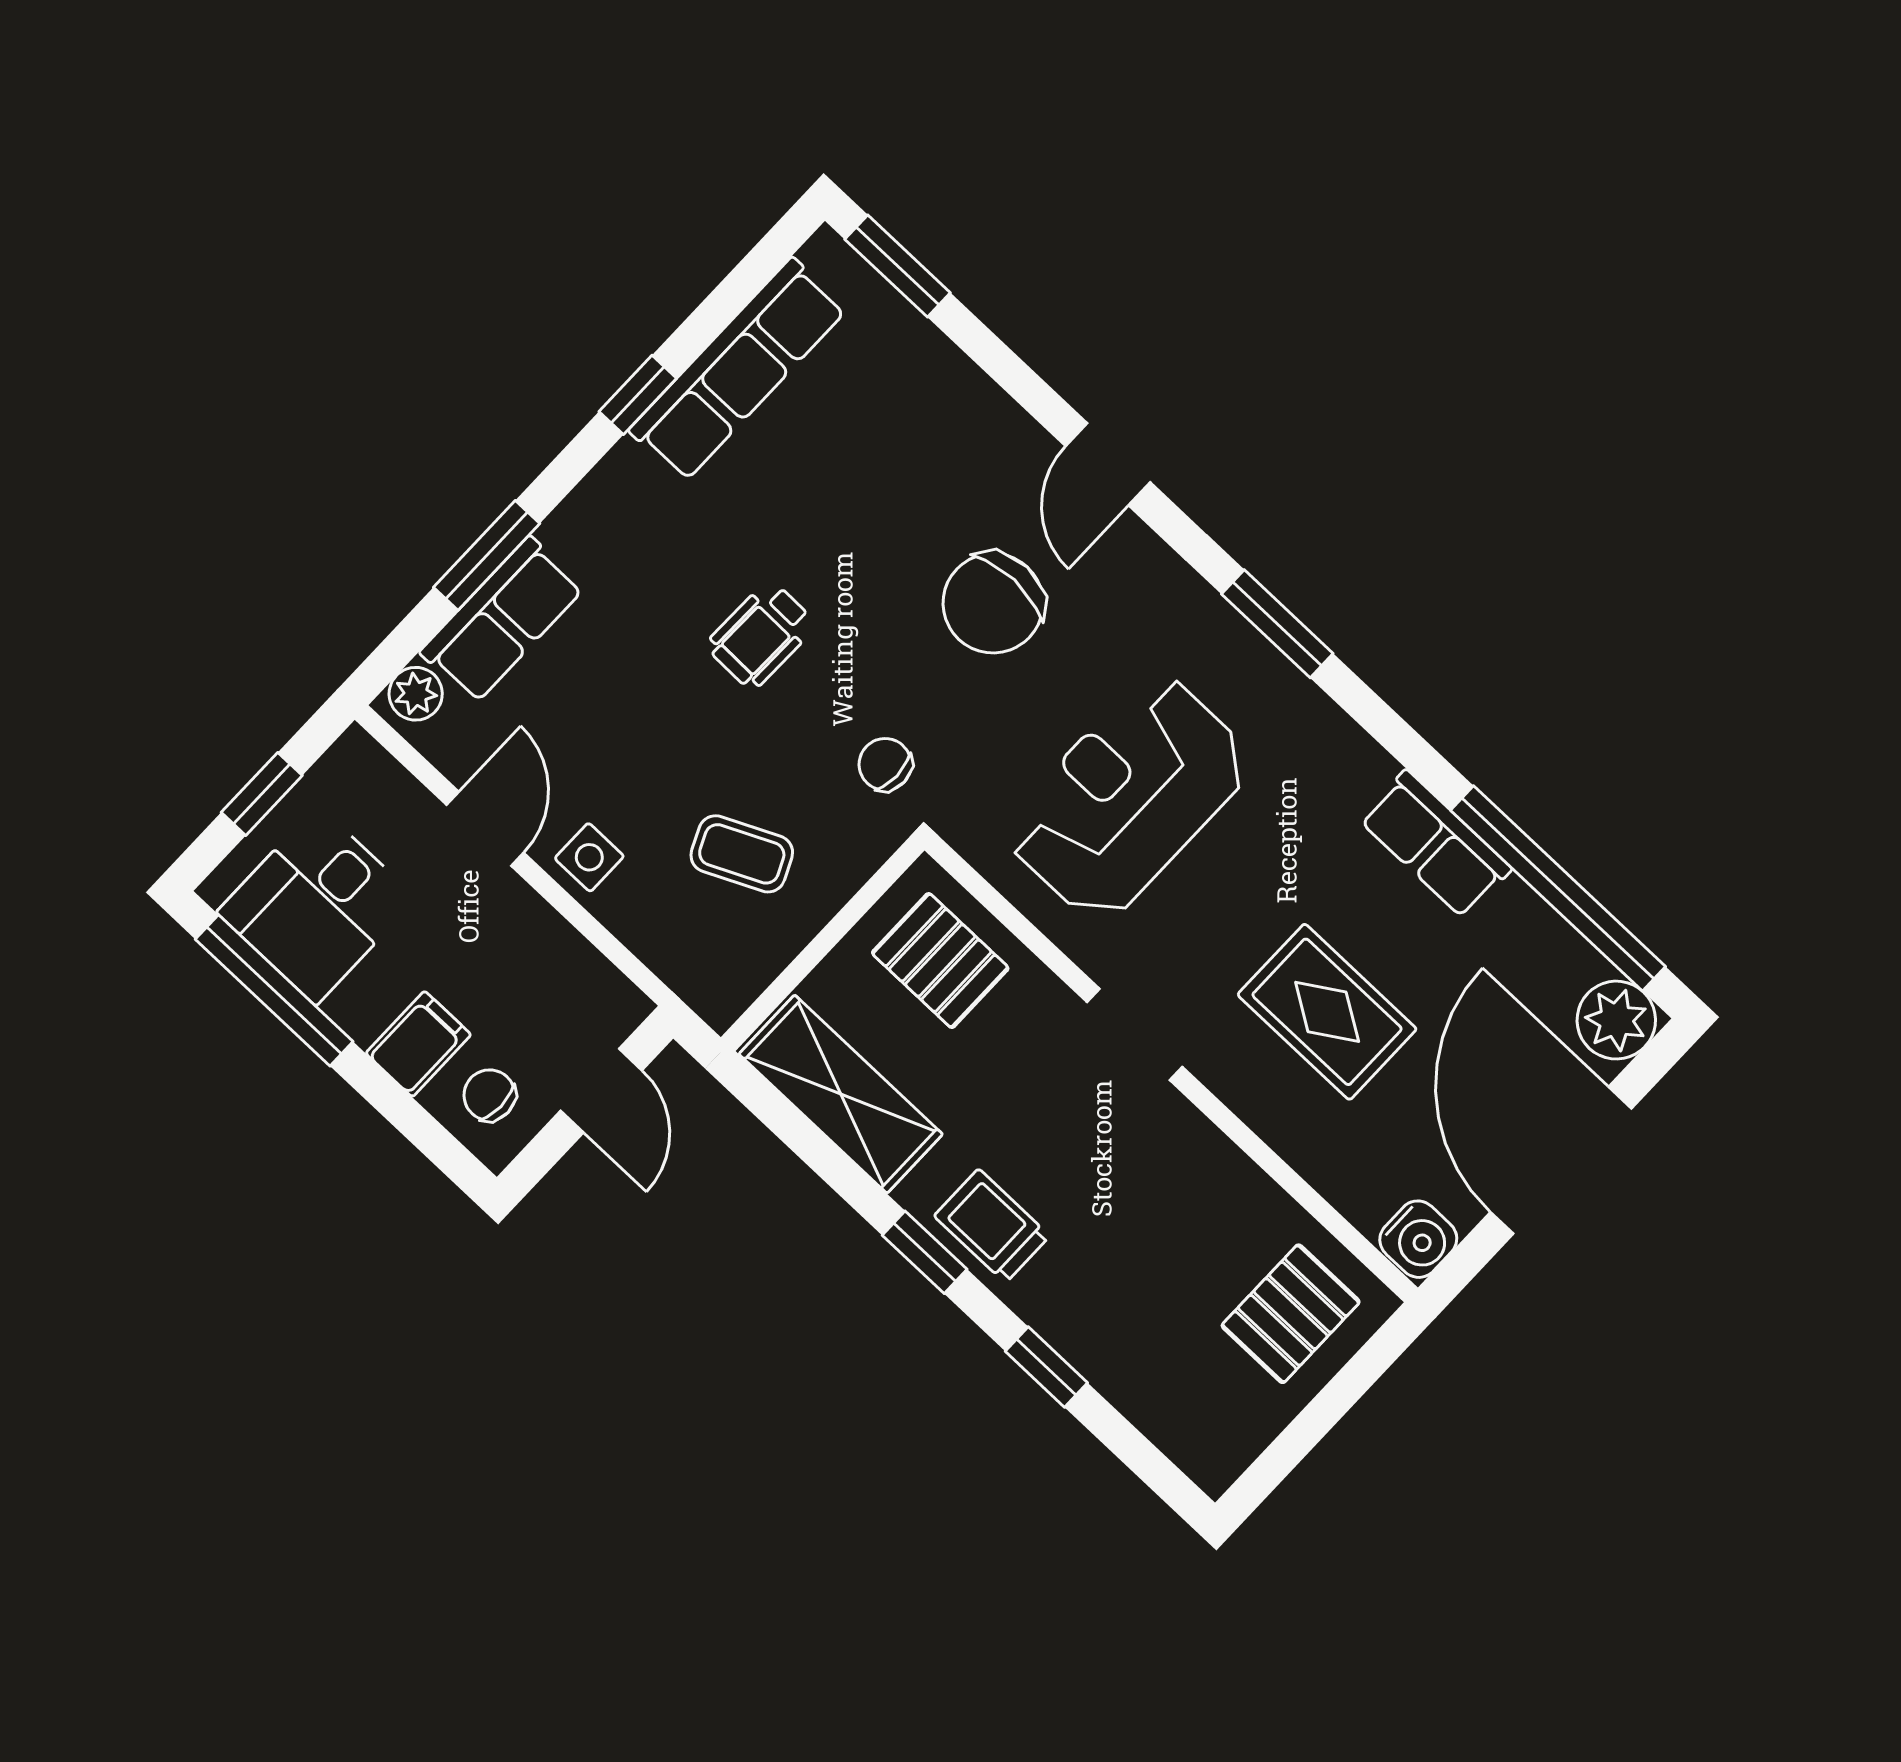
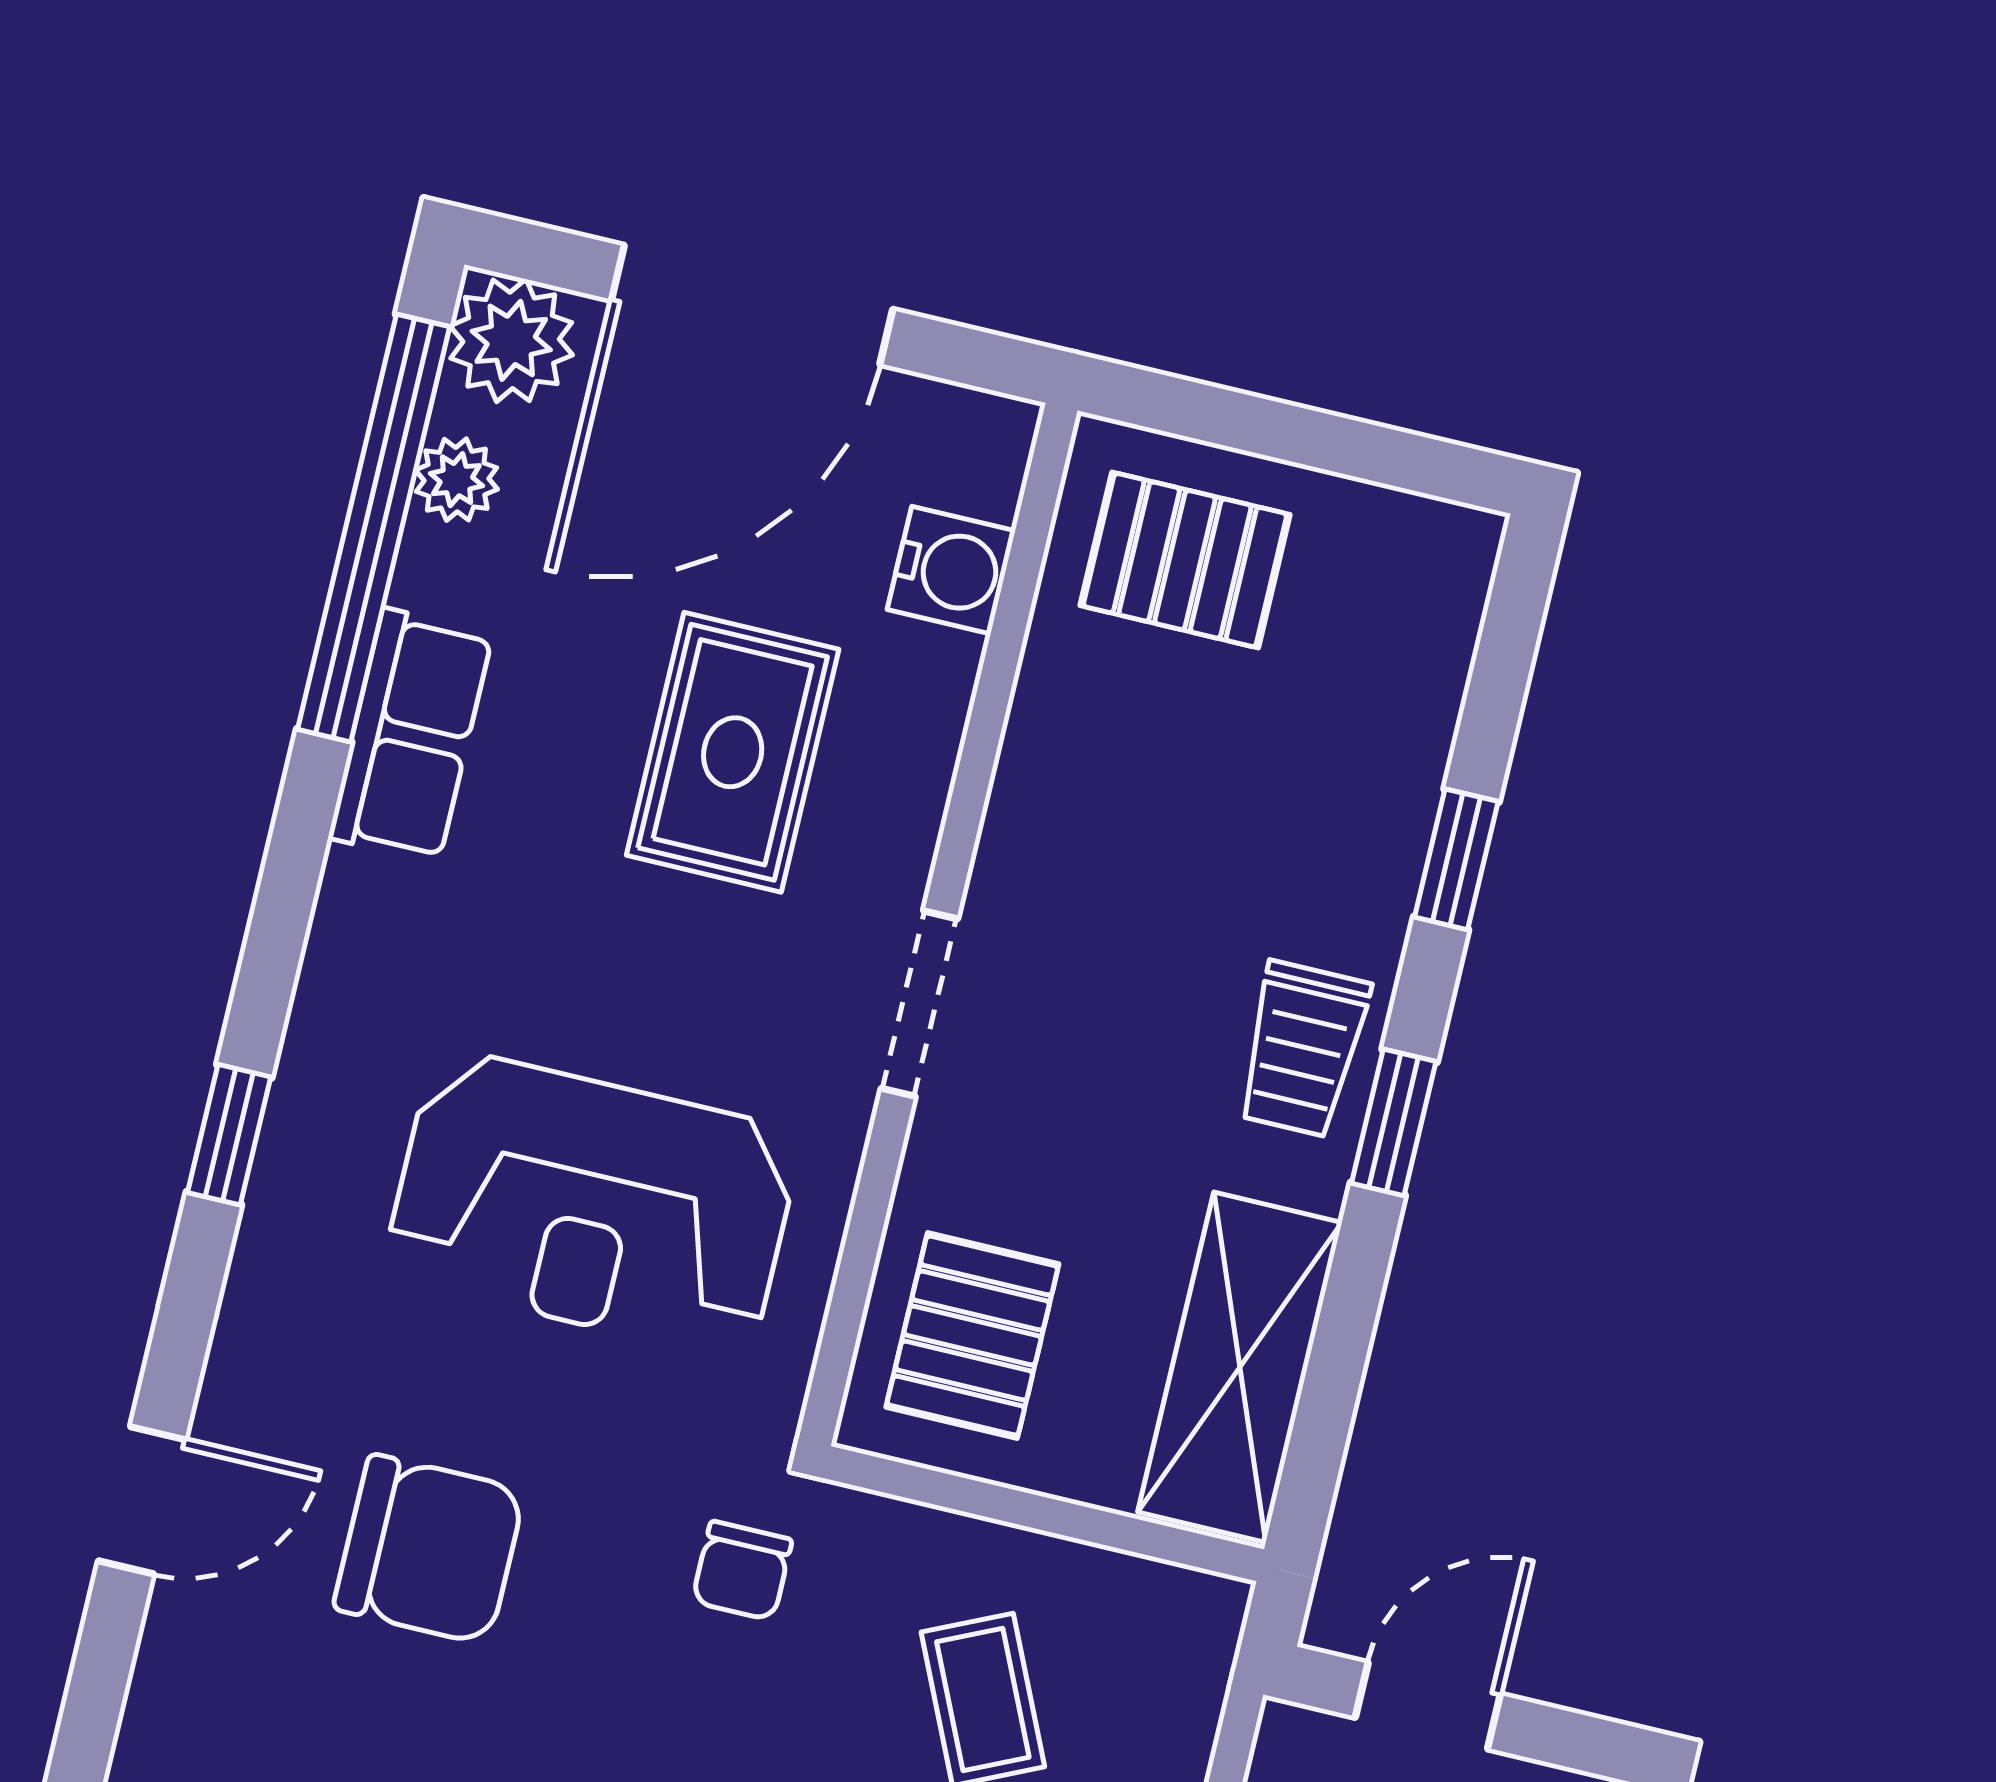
window: (1277, 624) -> (229, 1135), width x0.67
plant: (1558, 948) -> (456, 480), added
water cooler: (1418, 1239) -> (951, 570), moved, turned 90

